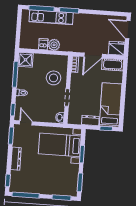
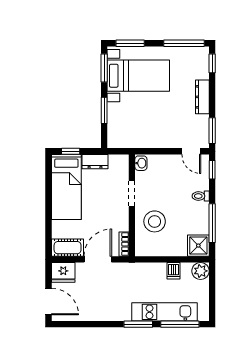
plant: (54, 45) -> (201, 271), moved
bed with nightstands: (60, 145) -> (138, 76), moved

